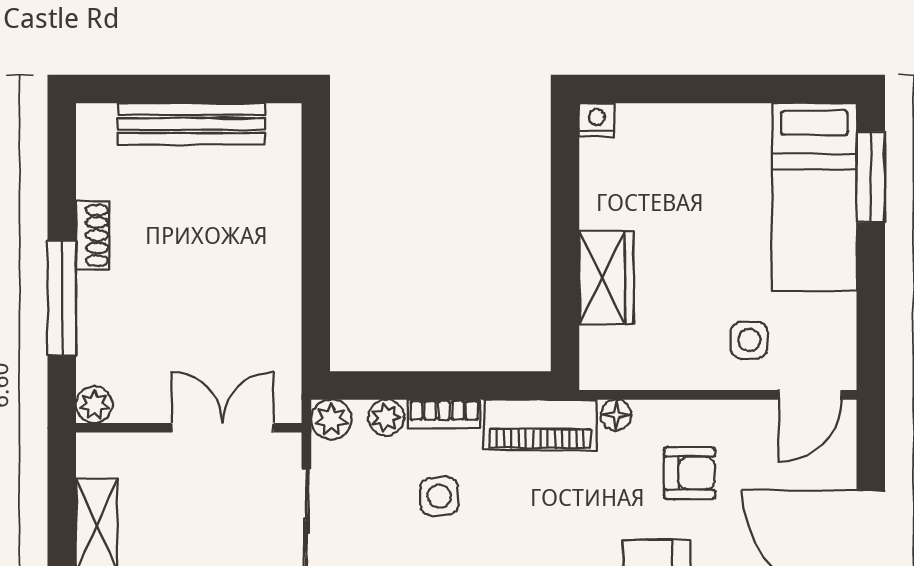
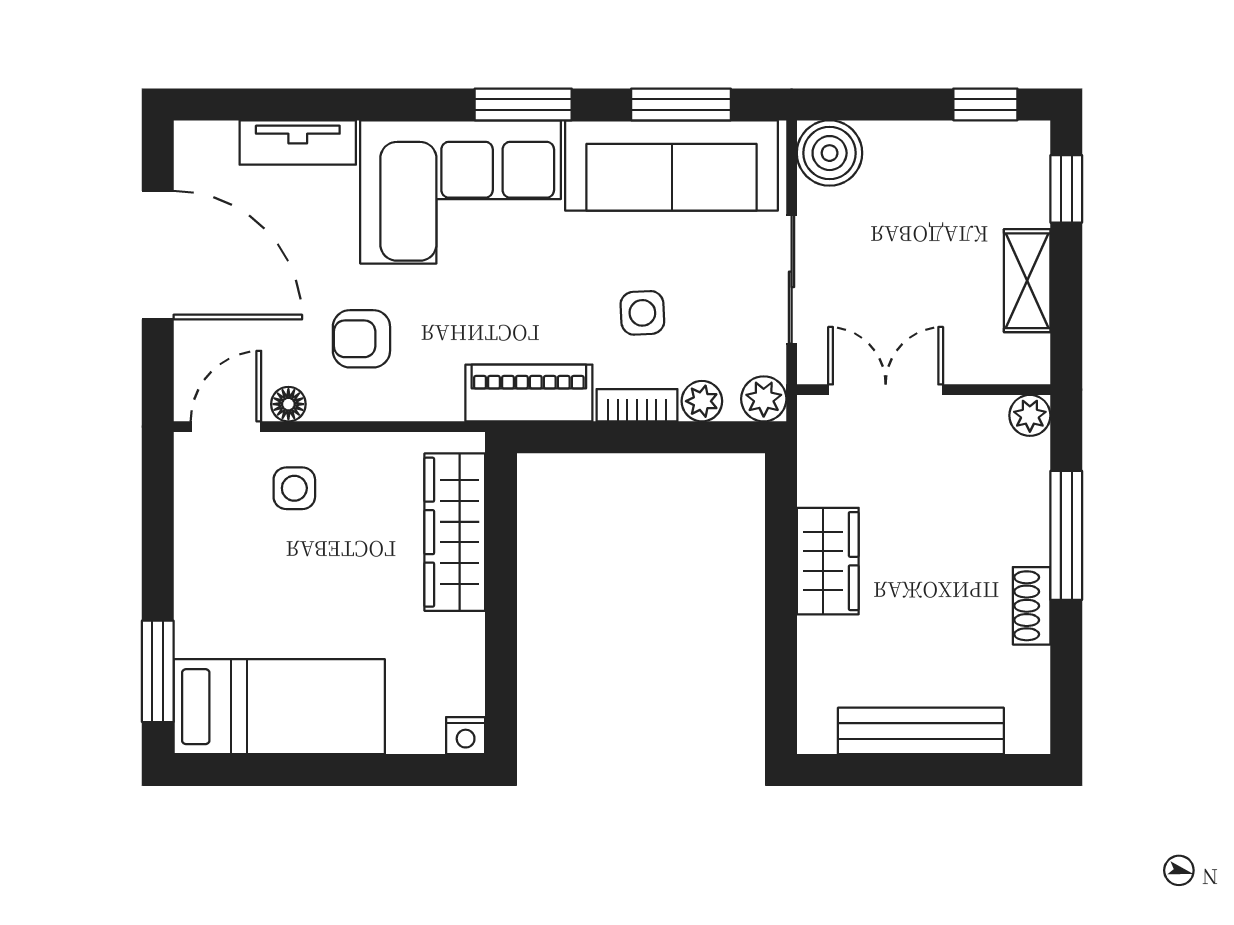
bed: (814, 197) -> (279, 707), moved, turned 90
wardrobe: (274, 275) -> (828, 561), added
wardrobe: (606, 278) -> (455, 532), width x1.50
floor lamp: (616, 415) -> (288, 404), moved
double door: (223, 428) -> (886, 390), swing flipped

